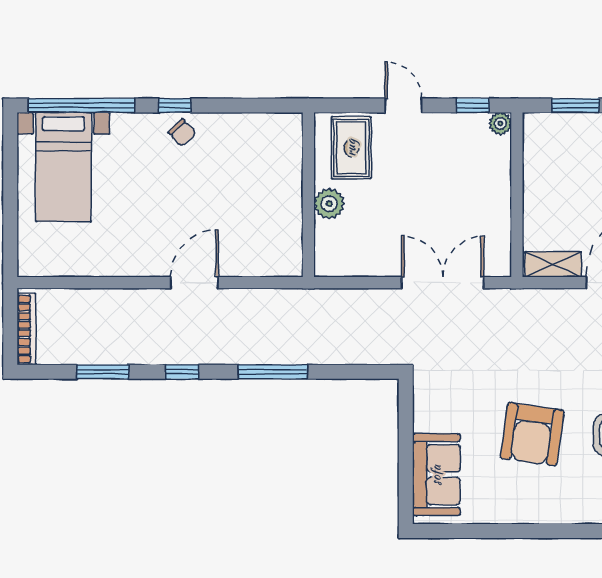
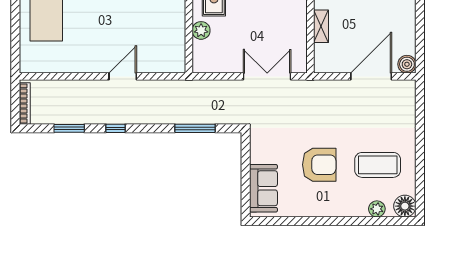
shelving: (553, 264) -> (321, 26), moved, turned 90
window: (273, 372) -> (195, 128), moved
armchair: (532, 434) -> (319, 165), turned -98

